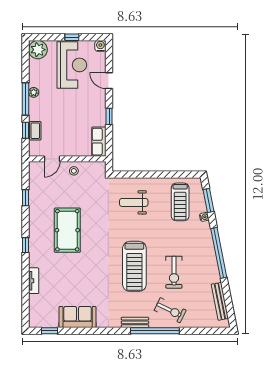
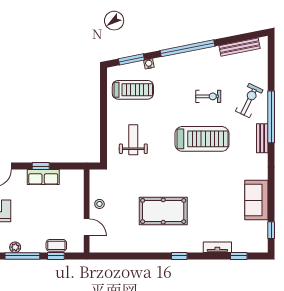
row of seats: (99, 142) -> (43, 177), moved
window: (25, 198) -> (239, 256), moved
weight bench: (134, 202) -> (133, 140), turned 180
exercise bike: (174, 272) -> (208, 96), width x0.73, depth x0.72

